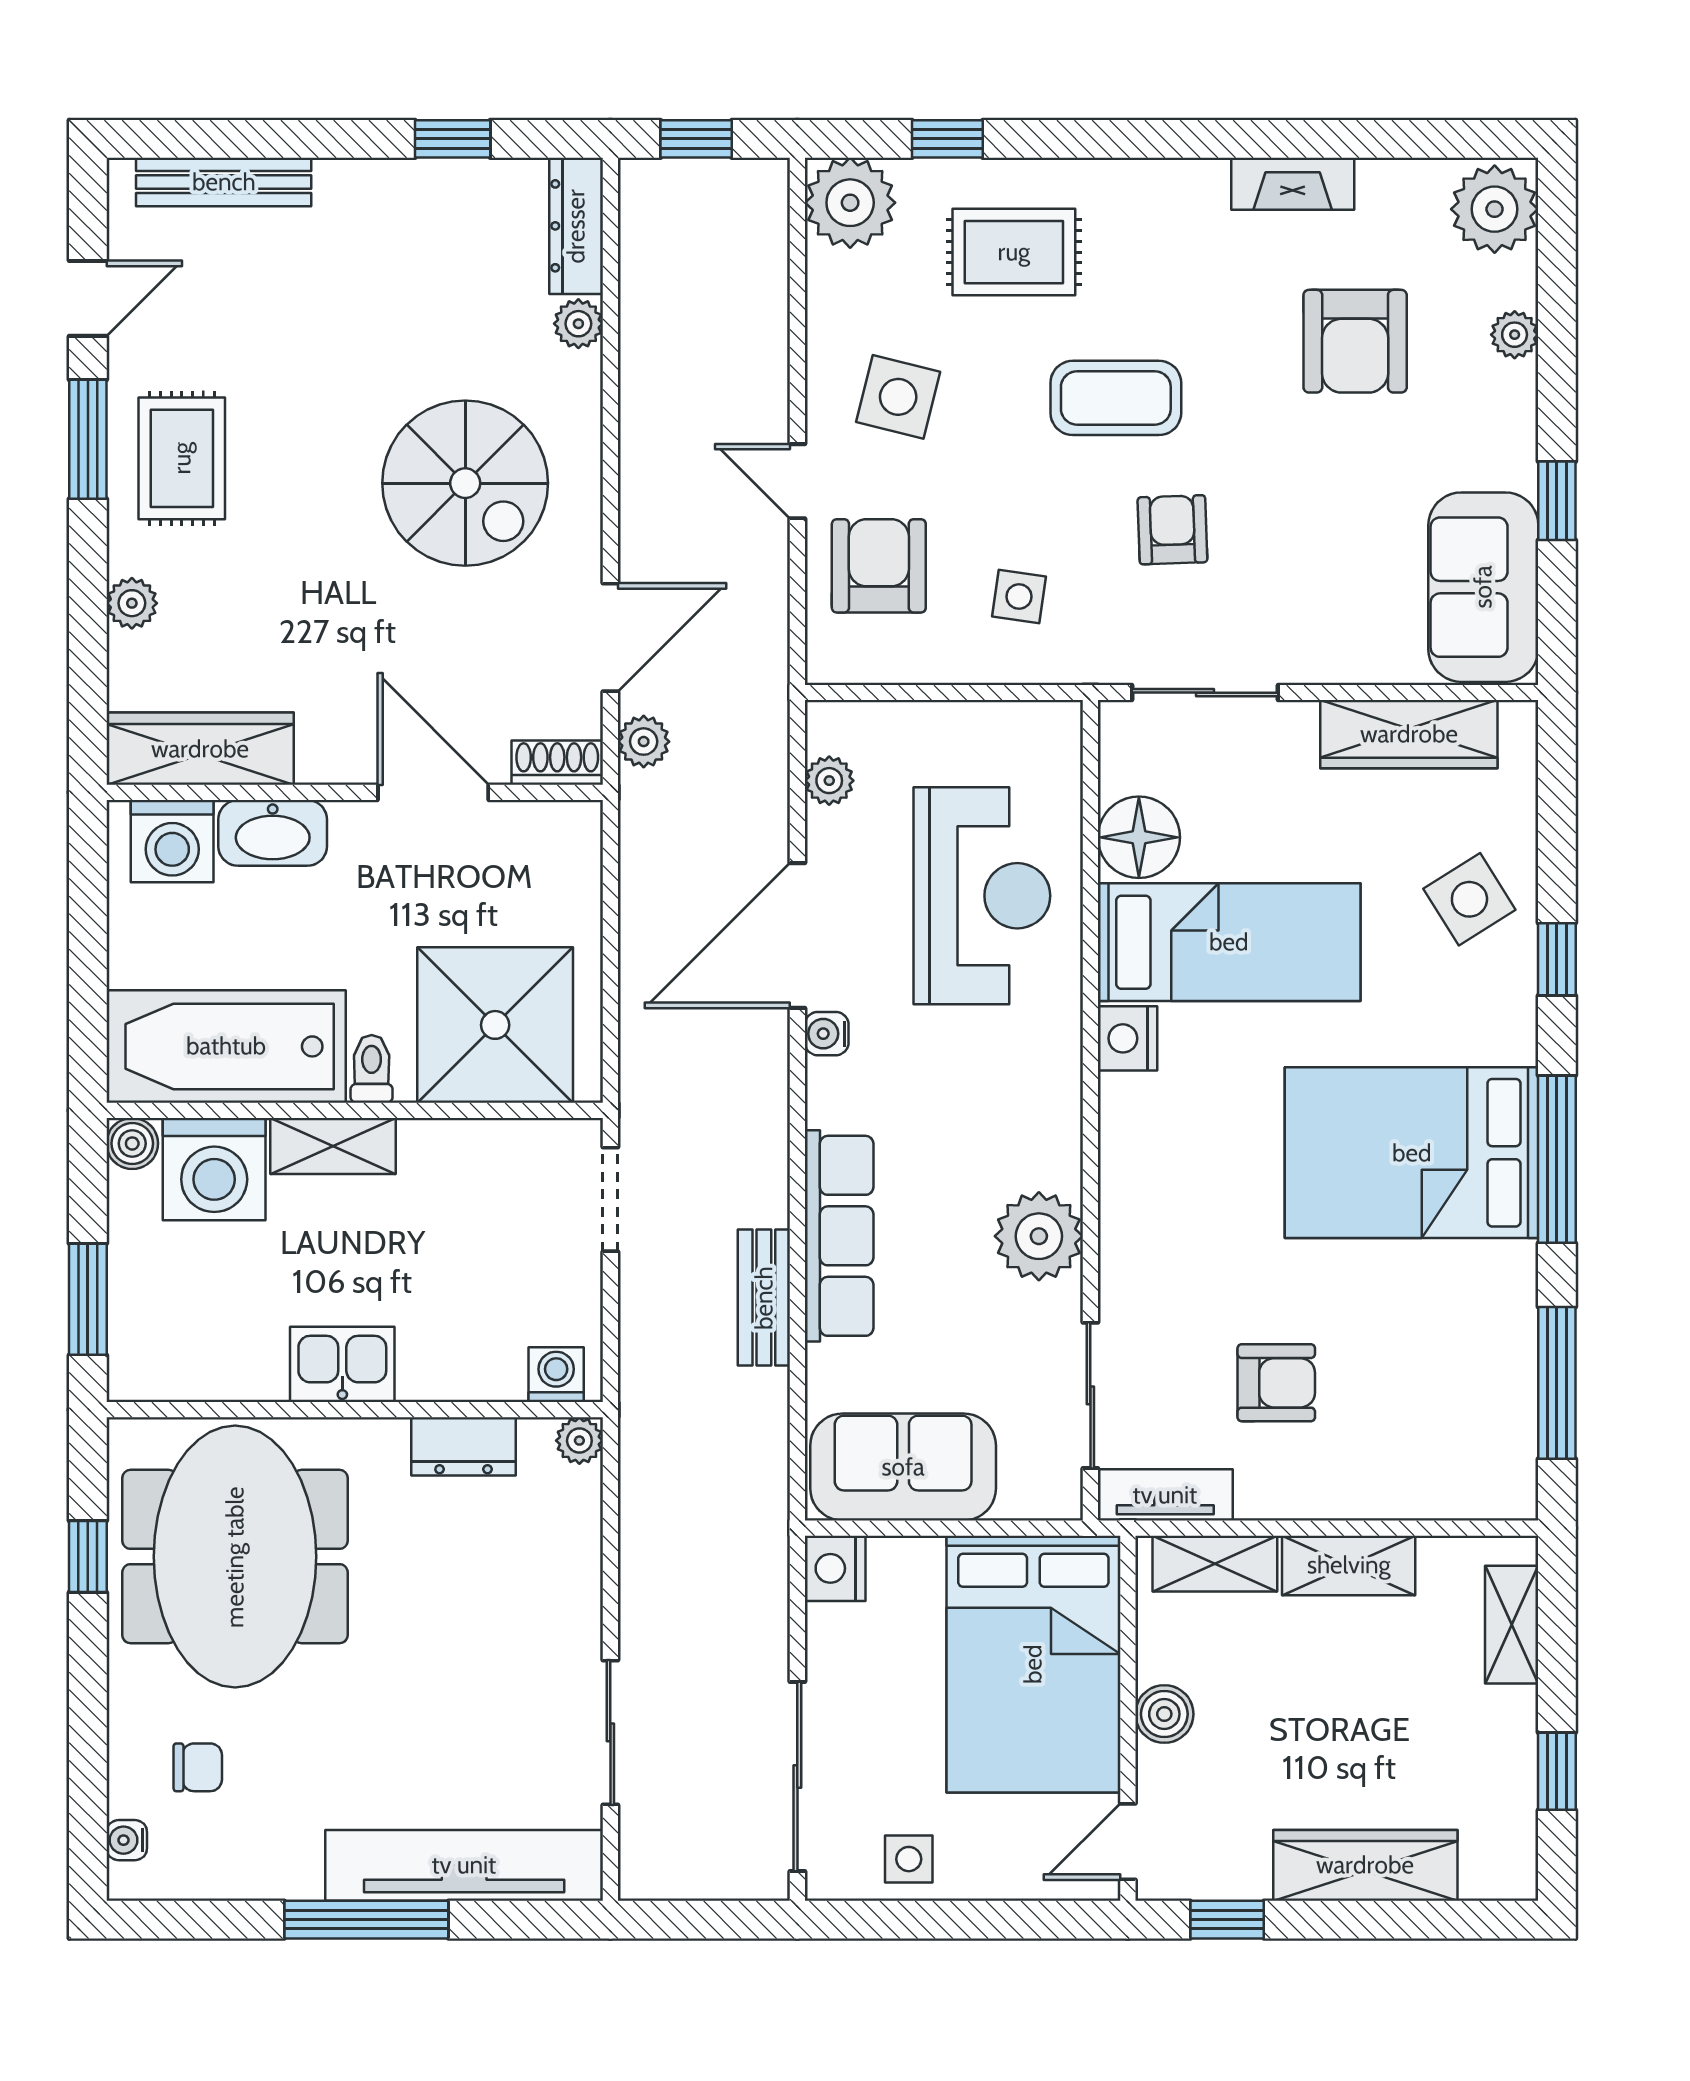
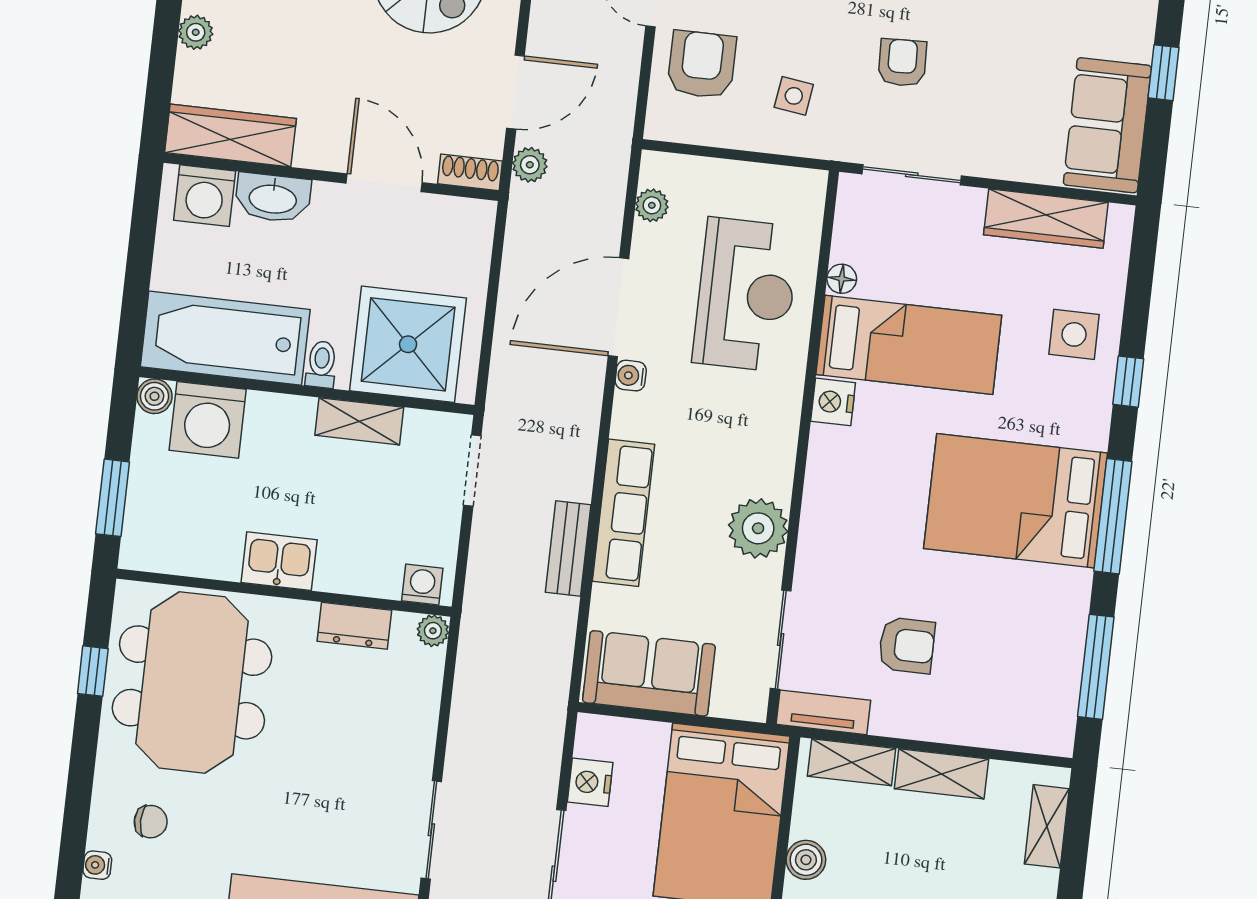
floor lamp: (1139, 837) -> (842, 279), width x0.53, depth x0.53
side table: (1469, 899) -> (1074, 334), turned 32
shelving: (333, 1146) -> (359, 421), moved
nightstand: (835, 1568) -> (590, 782), moved

